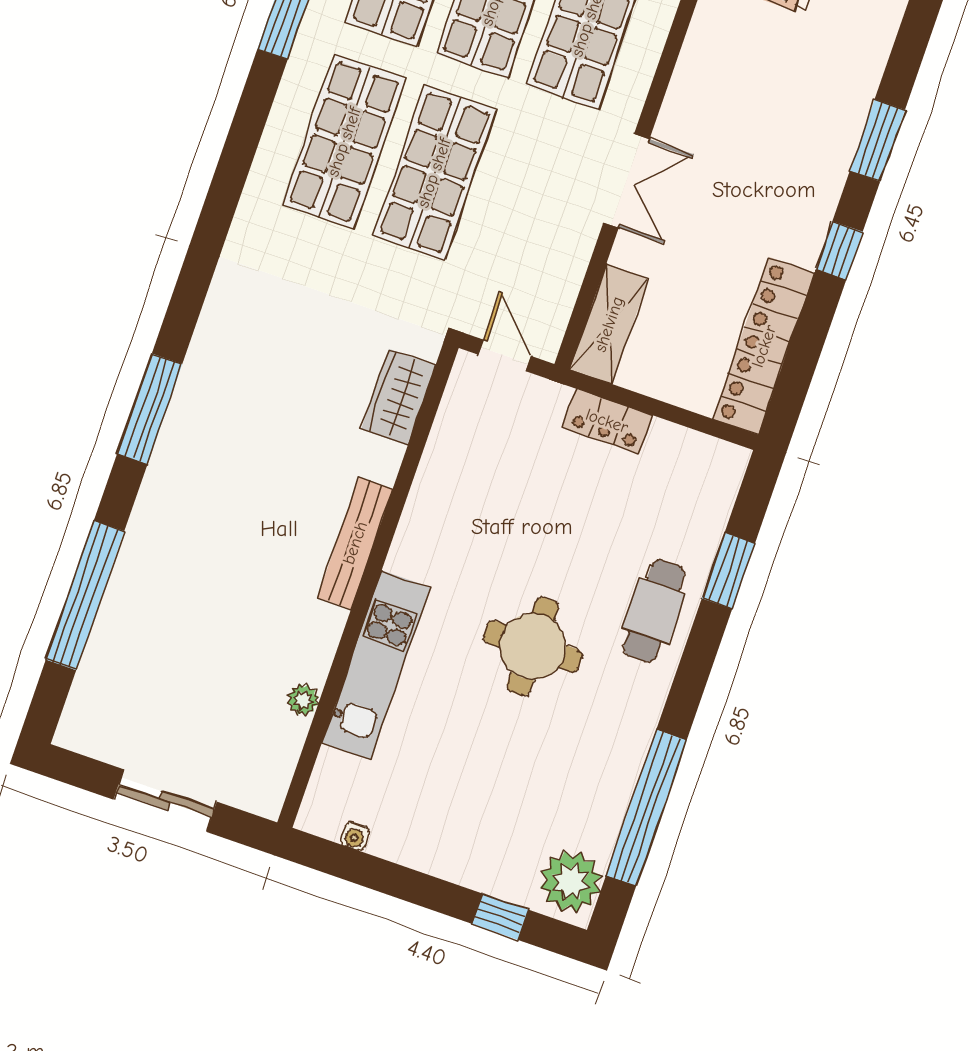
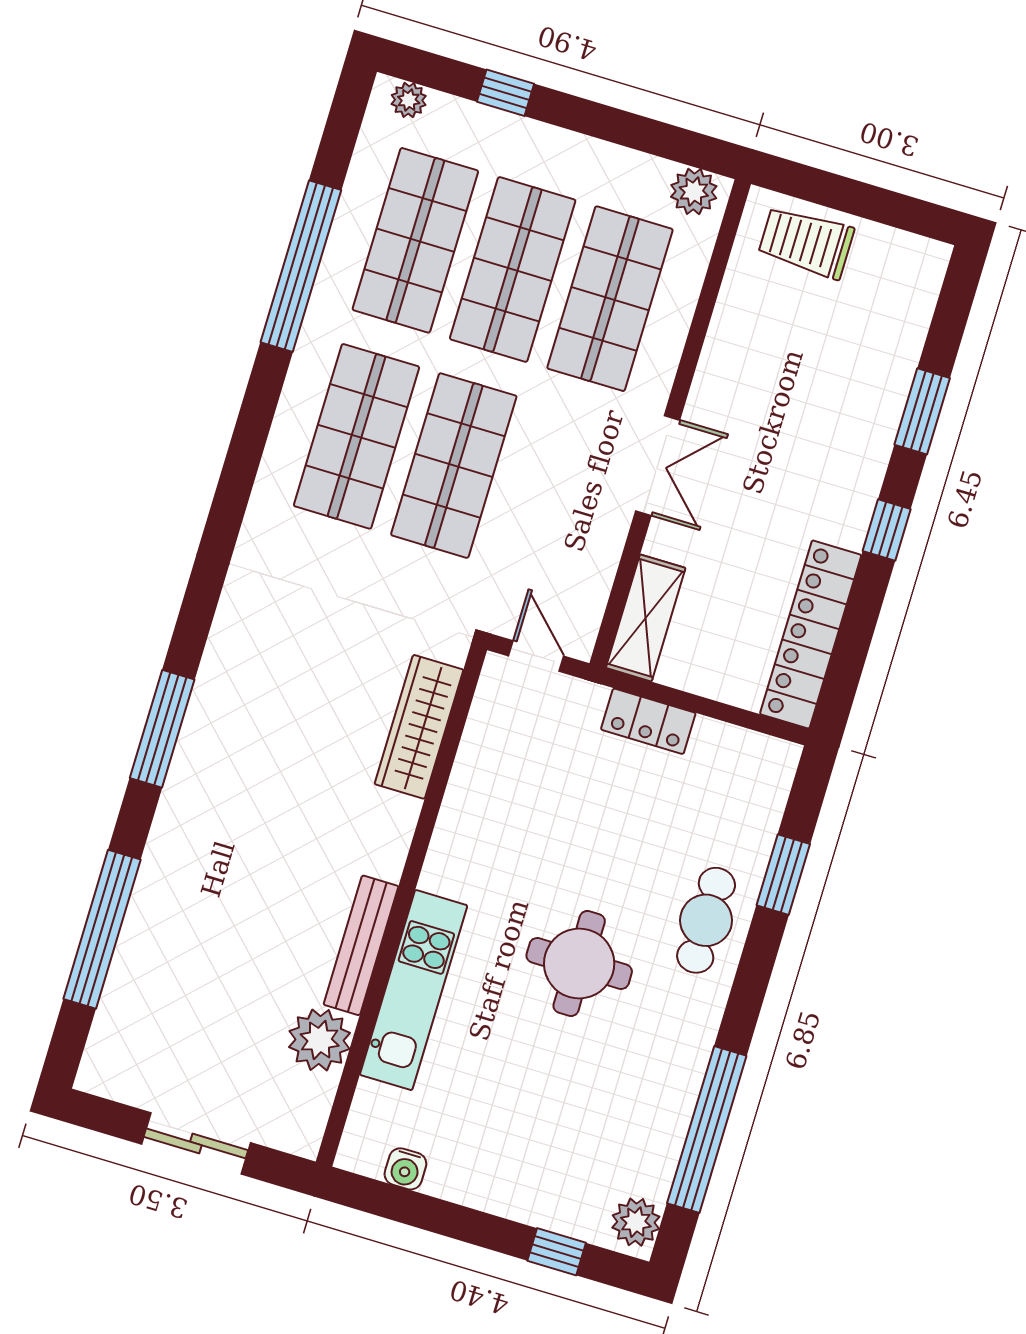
wardrobe: (398, 397) -> (419, 727), width x1.50
bench: (355, 543) -> (361, 945), moved
plant: (303, 700) -> (320, 1040), width x1.87, depth x1.87
water cooler: (355, 836) -> (405, 1169), width x1.38, depth x1.38
plant: (571, 881) -> (636, 1222), width x0.73, depth x0.73

